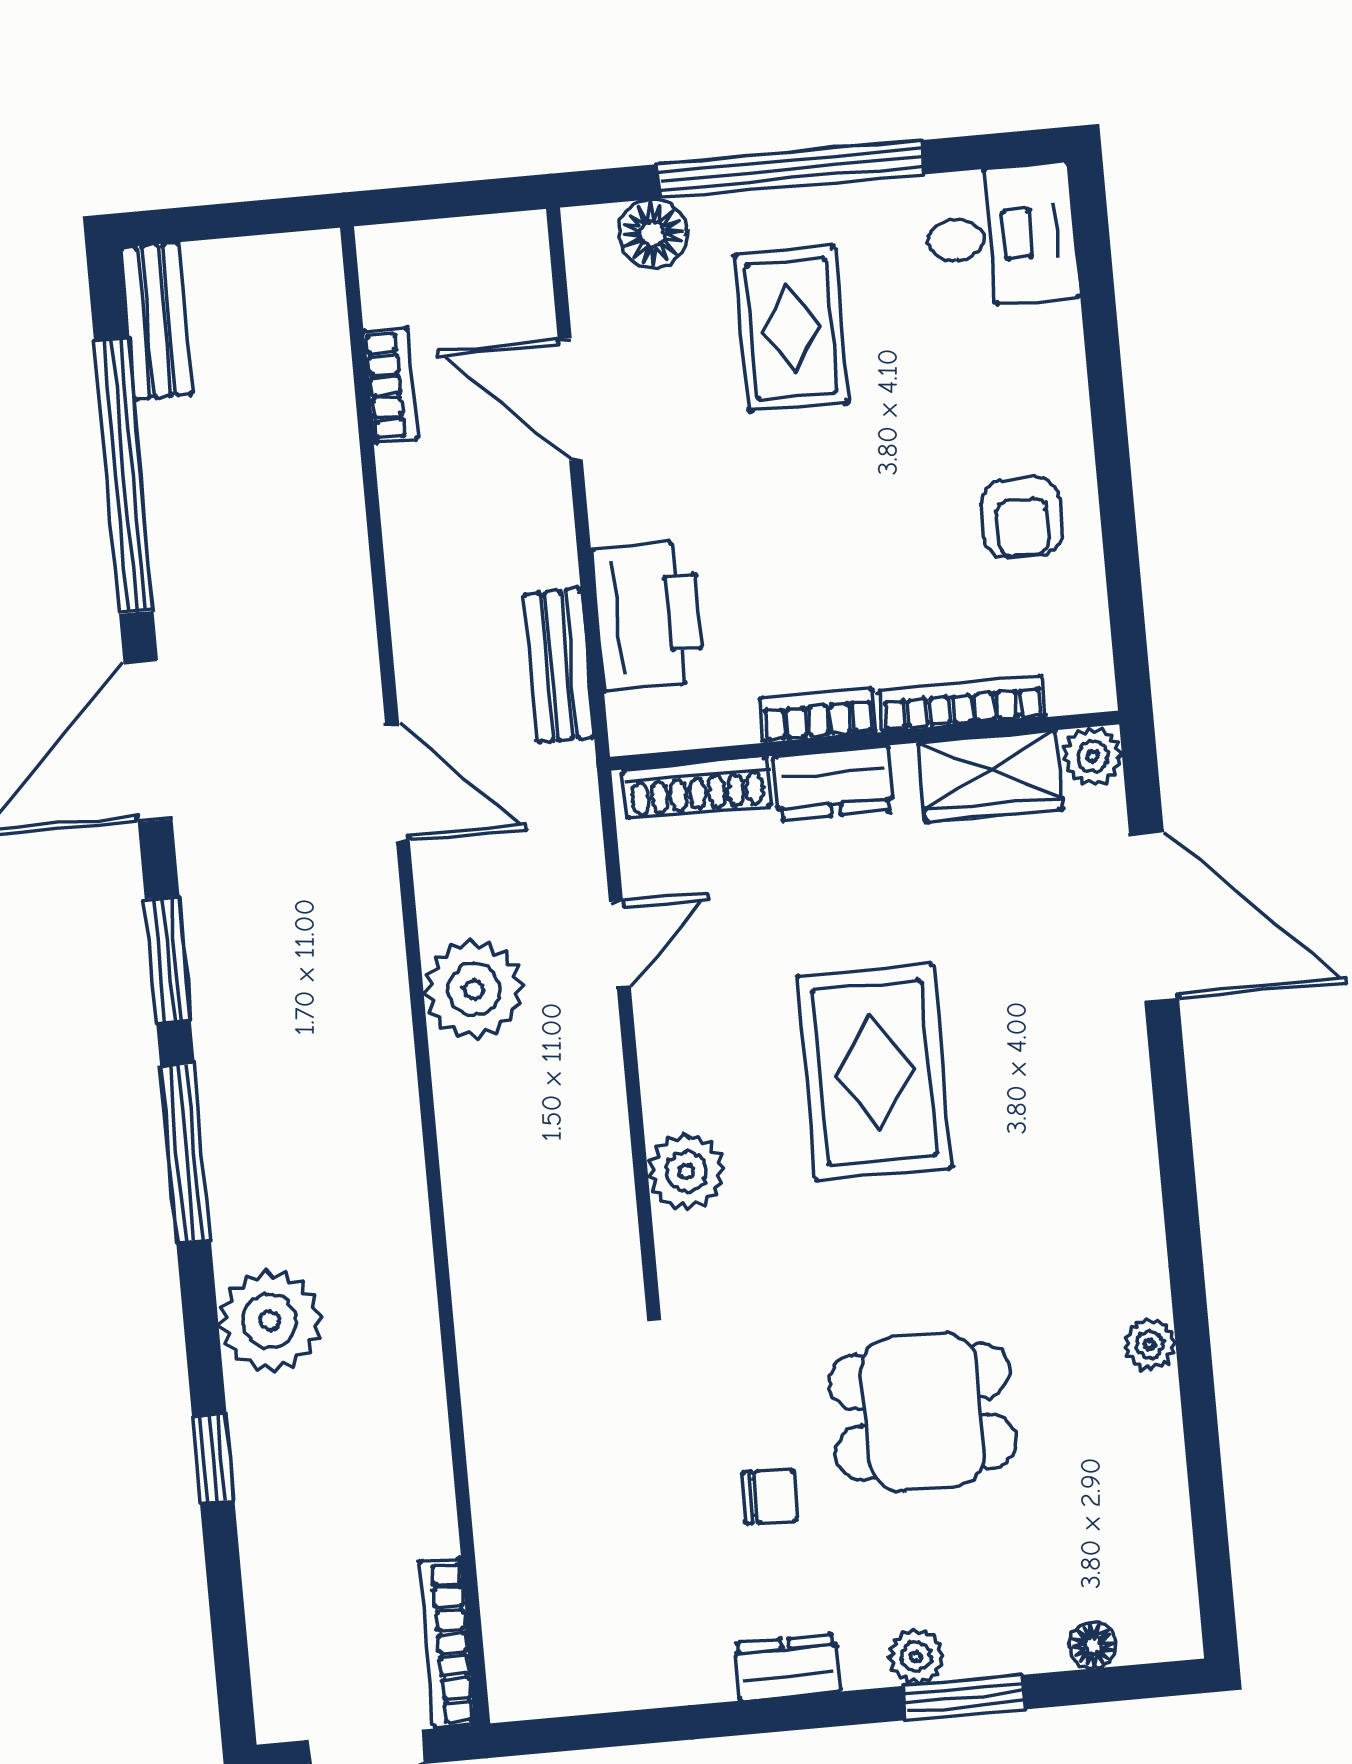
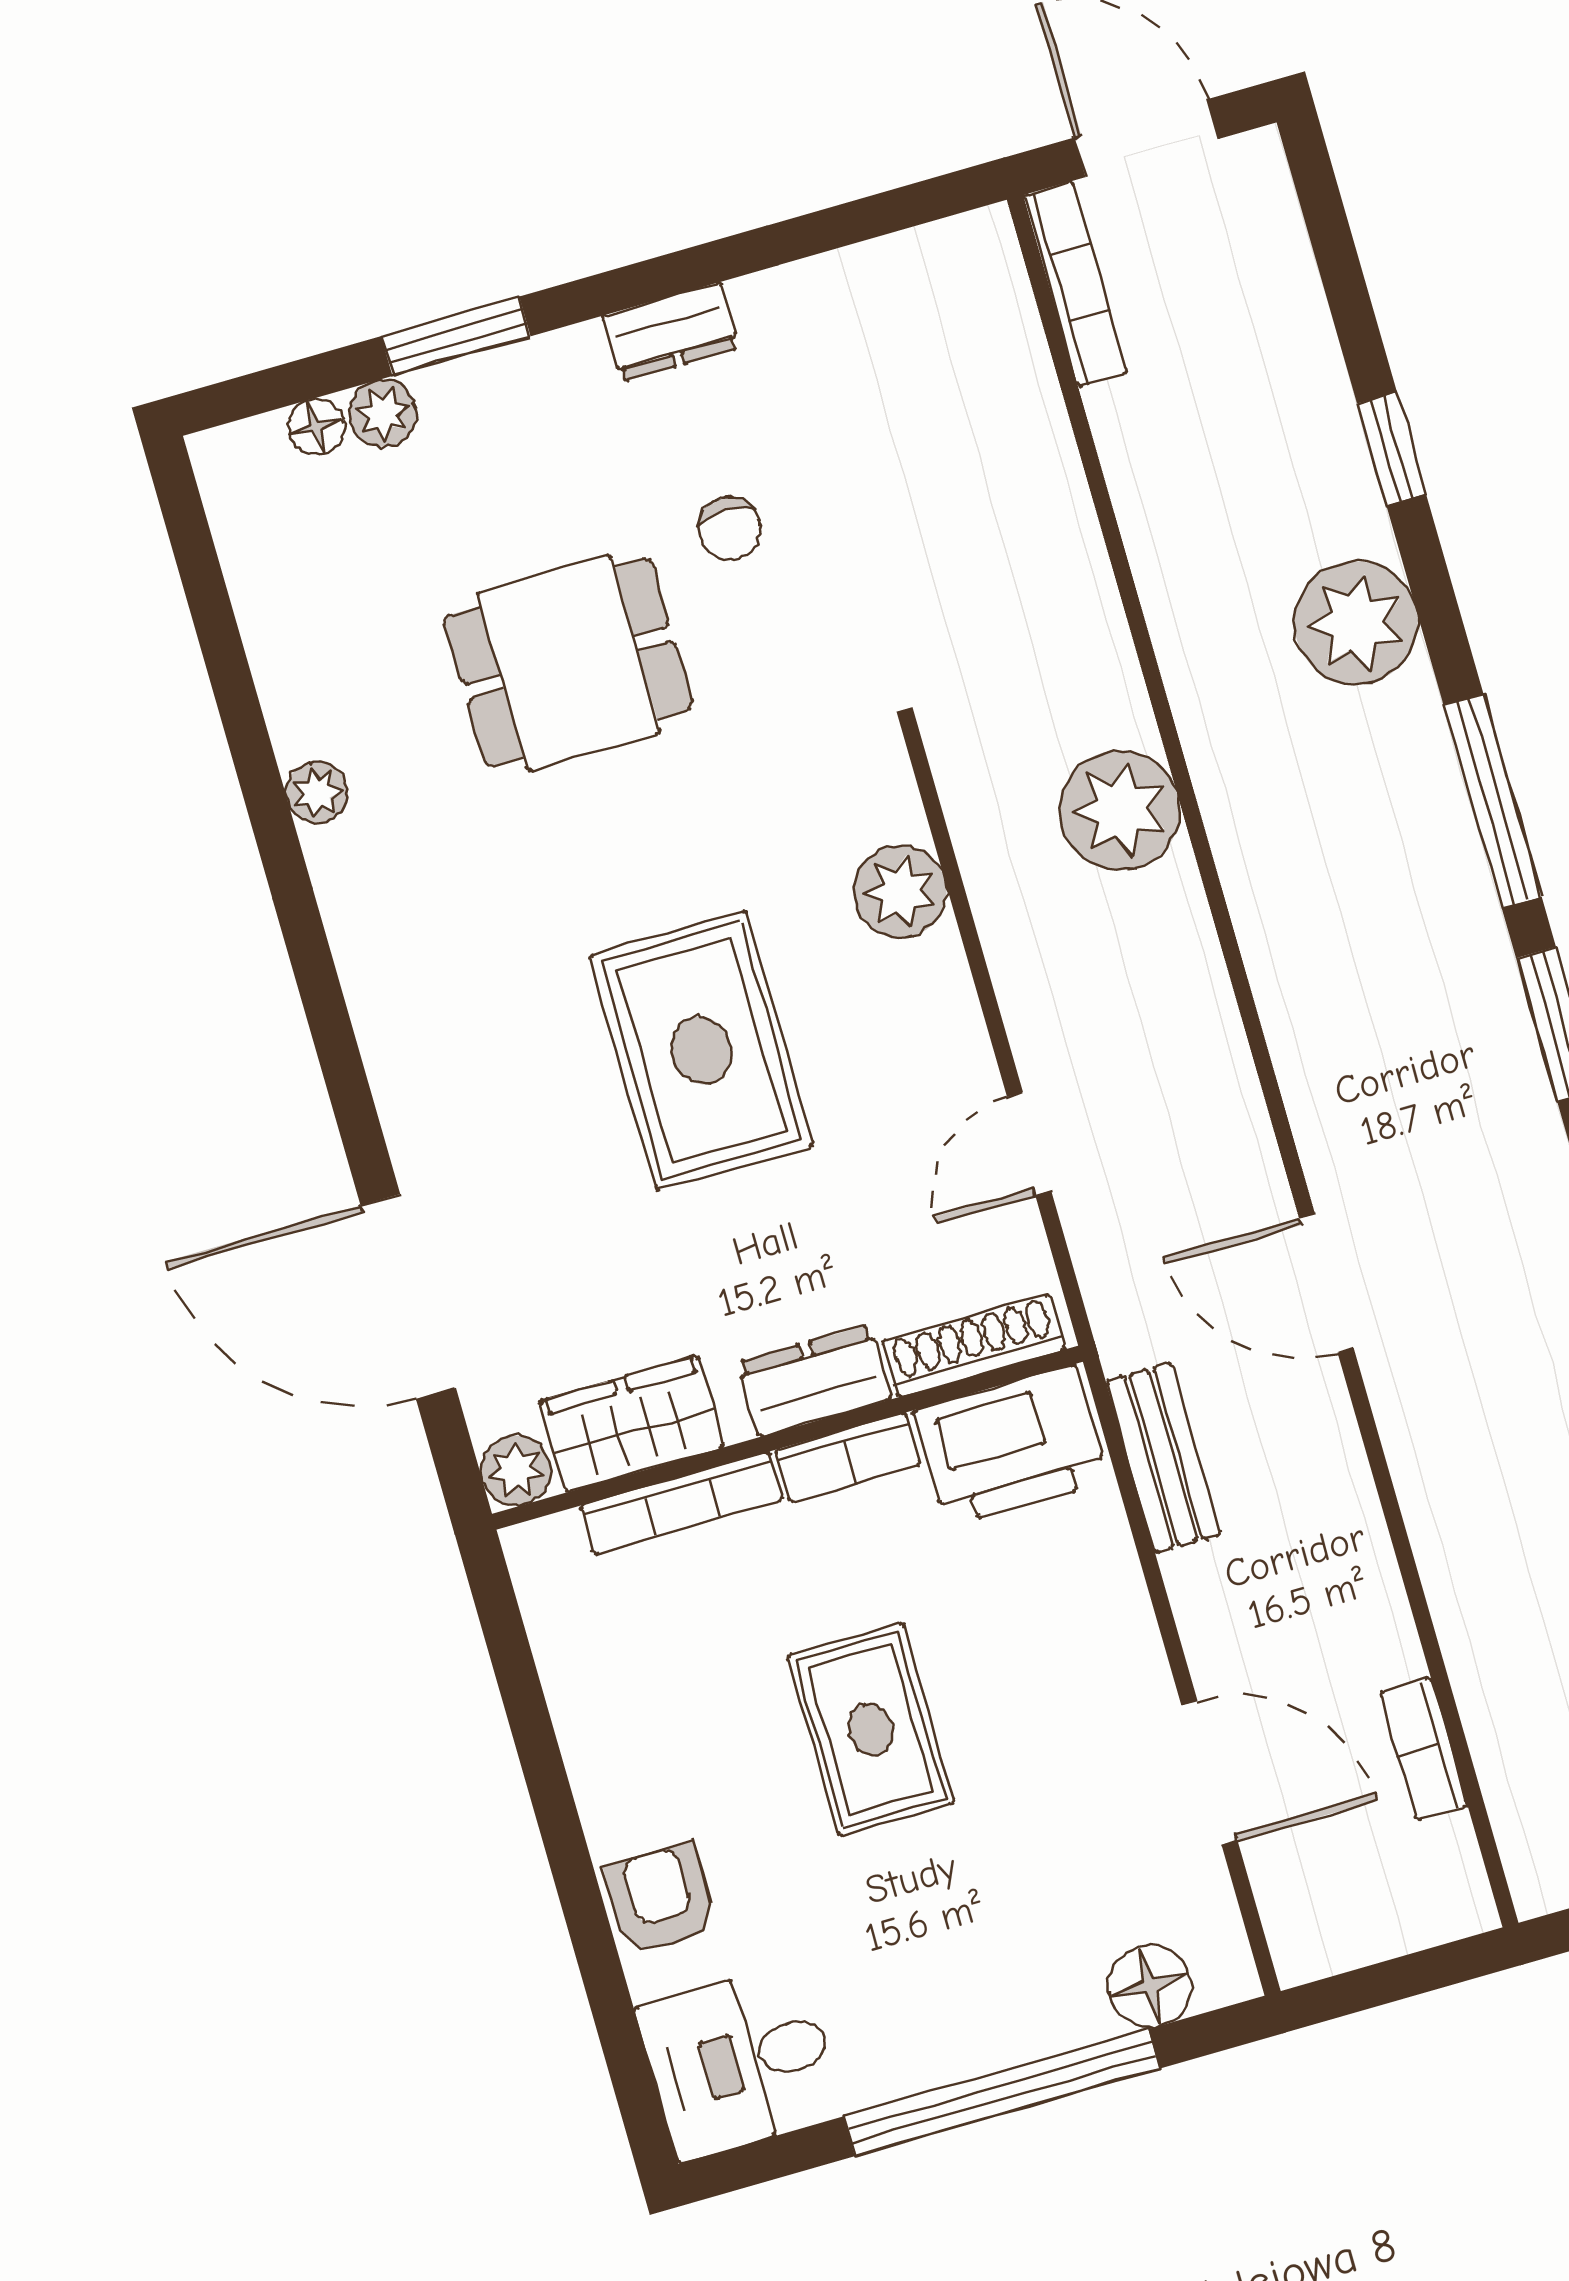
rug: (792, 329) -> (871, 1730), moved
armchair: (1022, 517) -> (660, 1899), moved
printer: (648, 616) -> (1011, 1446), moved, turned -90
plant: (474, 989) -> (1120, 810), moved
chair: (769, 1497) -> (730, 529), turned -92
plant: (916, 1657) -> (383, 413), moved

